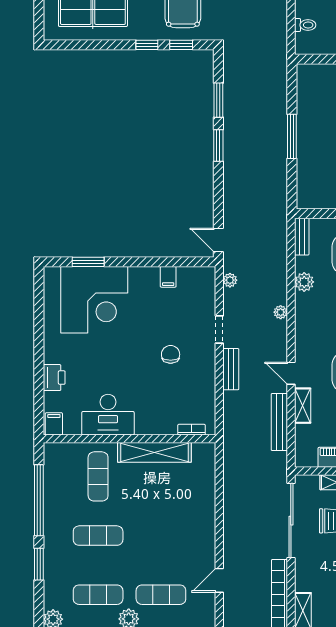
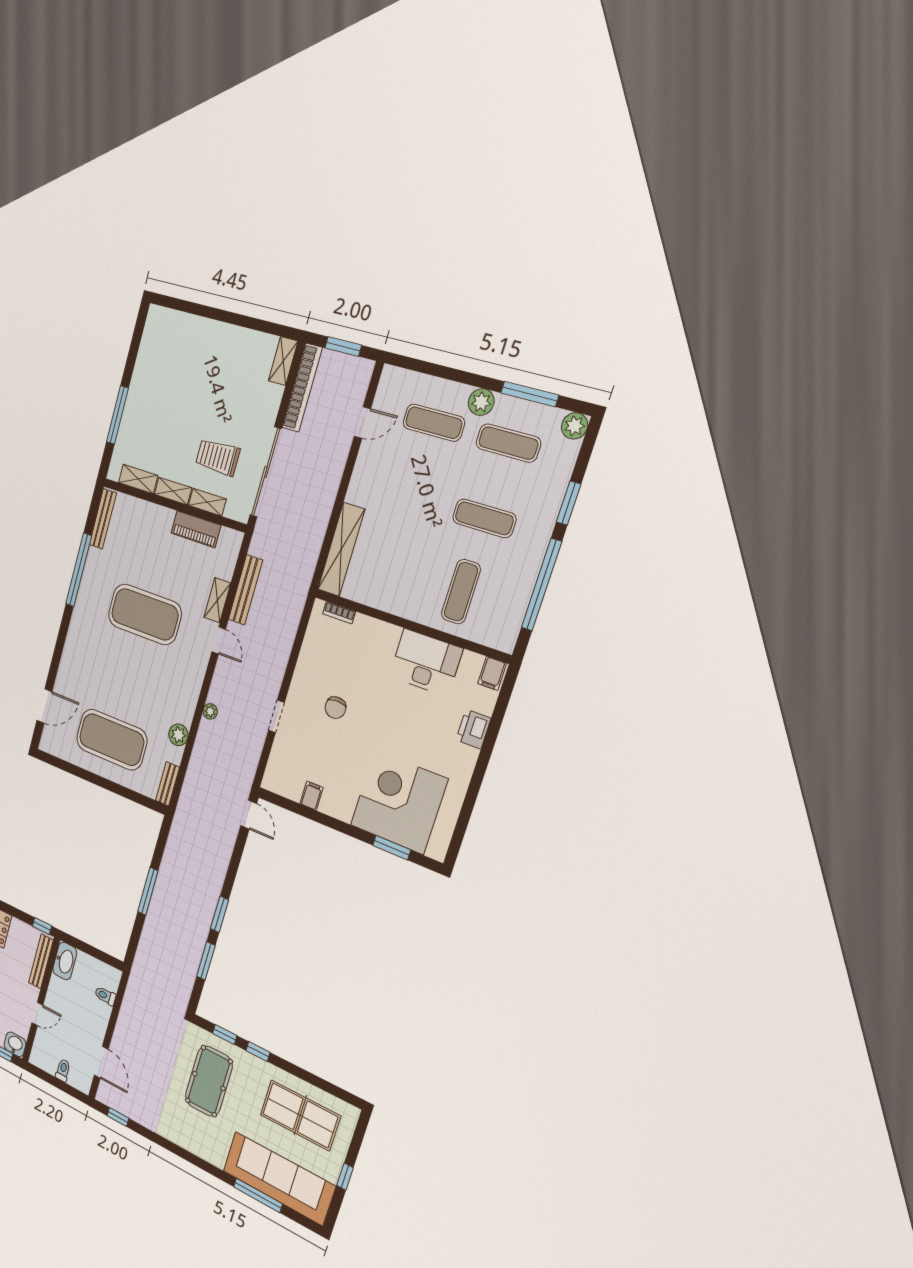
plant: (230, 280) -> (250, 766), removed
bench: (231, 369) -> (278, 667), removed
shelving: (154, 452) -> (341, 549), moved, turned 90

